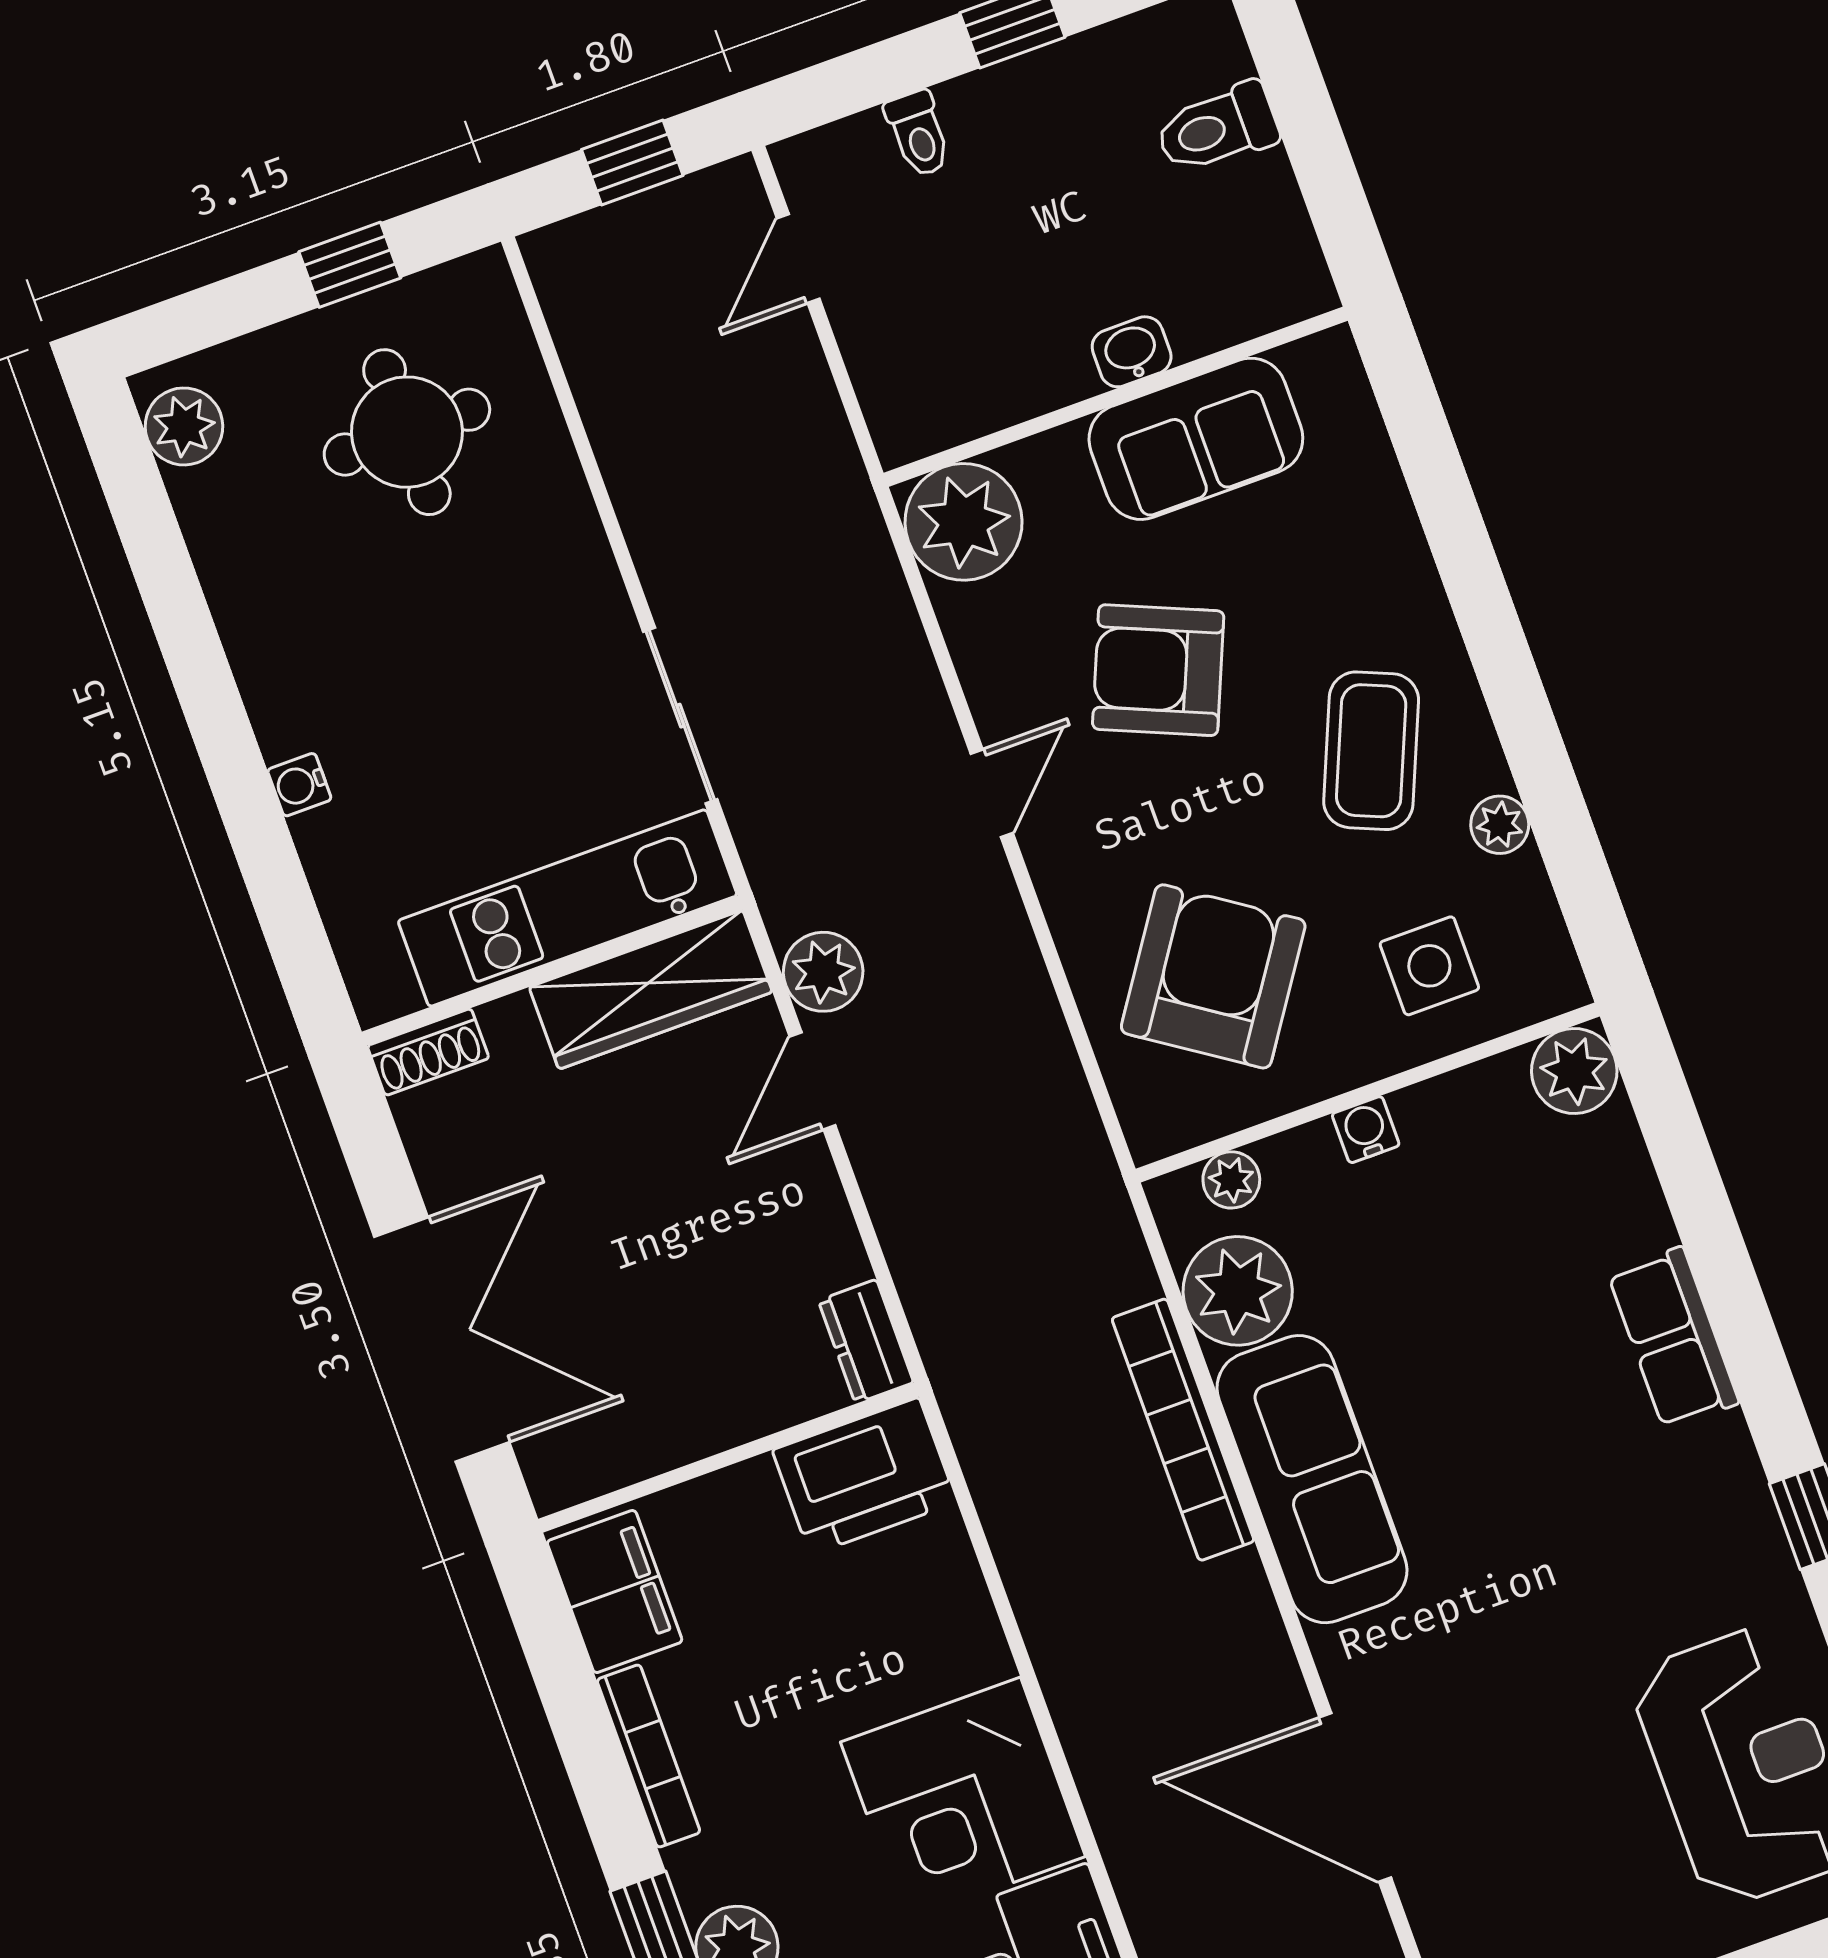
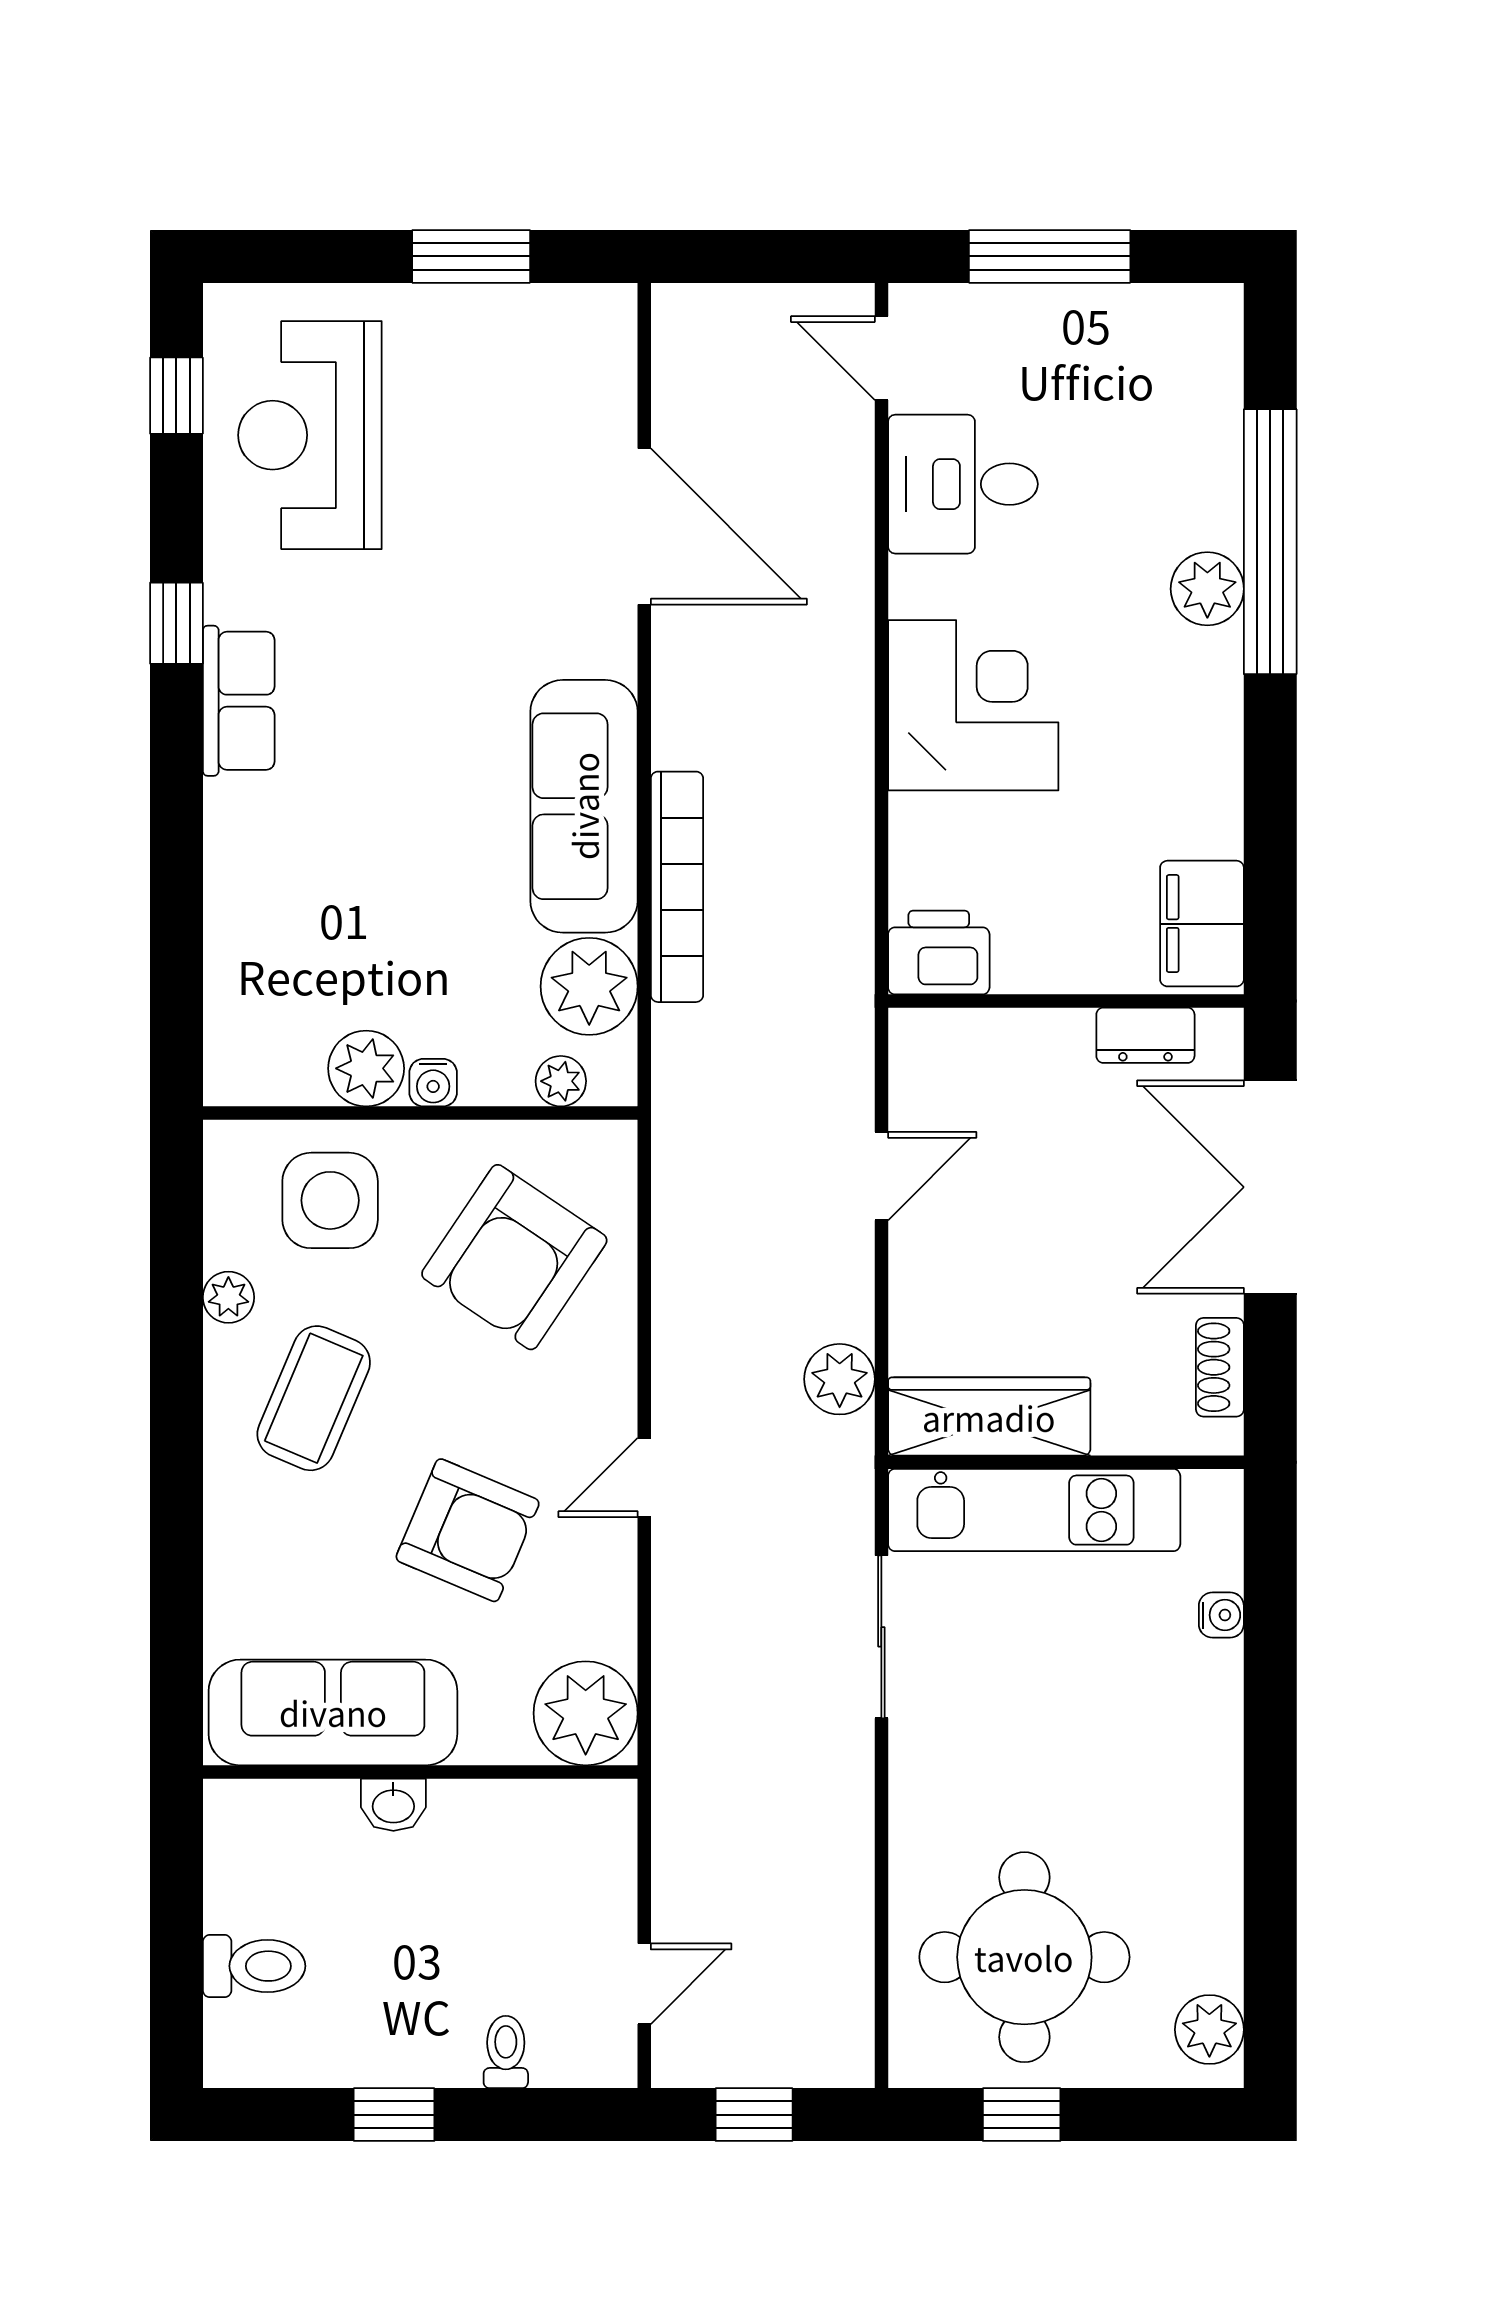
round table: (407, 432) -> (1024, 1957), width x1.36, depth x1.36
sofa: (1196, 439) -> (333, 1712), width x1.36
water cooler: (299, 785) -> (1221, 1615), moved
side table: (1429, 966) -> (330, 1200), width x1.37, depth x1.37
shoe rack: (428, 1052) -> (1220, 1367), moved, turned -90
plant: (1574, 1071) -> (366, 1068), moved
door: (813, 1081) -> (881, 1176), moved
row of seats: (1673, 1338) -> (239, 701), moved
dresser: (866, 1341) -> (1145, 1035), moved, turned 90
printer: (865, 1476) -> (939, 952), width x0.73, depth x0.84
bookcase: (648, 1756) -> (1223, 776), removed
corner desk: (963, 1799) -> (973, 705), moved

